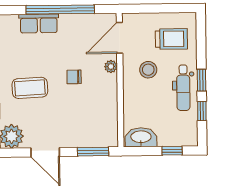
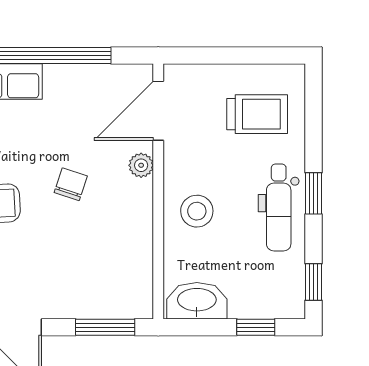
stool: (148, 70) -> (197, 211), moved
chair: (74, 77) -> (71, 184), turned 108
window: (202, 111) -> (314, 282), moved

